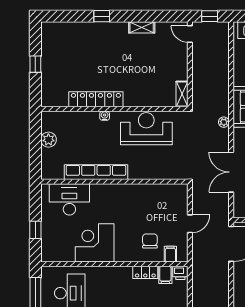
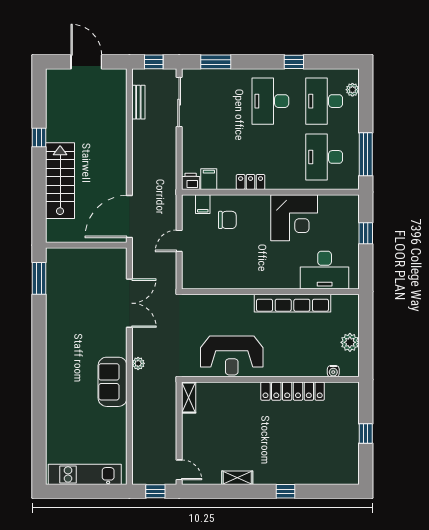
water cooler: (105, 116) -> (333, 371), moved
chair: (150, 241) -> (227, 220), turned -90
locker: (145, 272) -> (251, 182), moved

